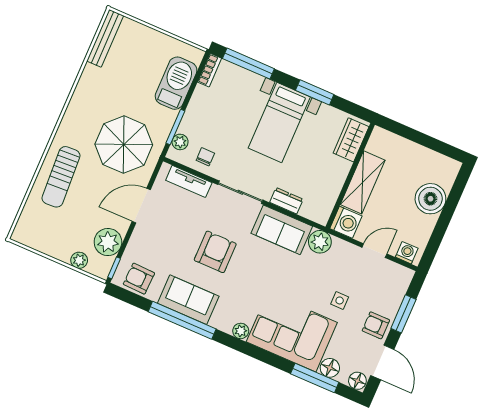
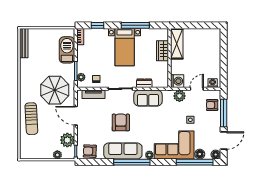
window: (248, 64) -> (97, 25), width x0.46
window: (315, 92) -> (135, 25), width x1.44
wardrobe: (351, 140) -> (162, 51), moved
shelving: (363, 182) -> (177, 44), moved
boiler: (430, 199) -> (213, 52), removed
door: (141, 206) -> (76, 116), hinge flipped
plant: (320, 242) -> (179, 96), moved
sofa: (188, 300) -> (123, 151), width x1.36
window: (403, 314) -> (224, 113), width x1.44
window: (182, 320) -> (132, 162), moved
armchair: (376, 325) -> (212, 105), moved
door: (382, 362) -> (224, 141), hinge flipped
window: (315, 378) -> (195, 162), width x1.46

